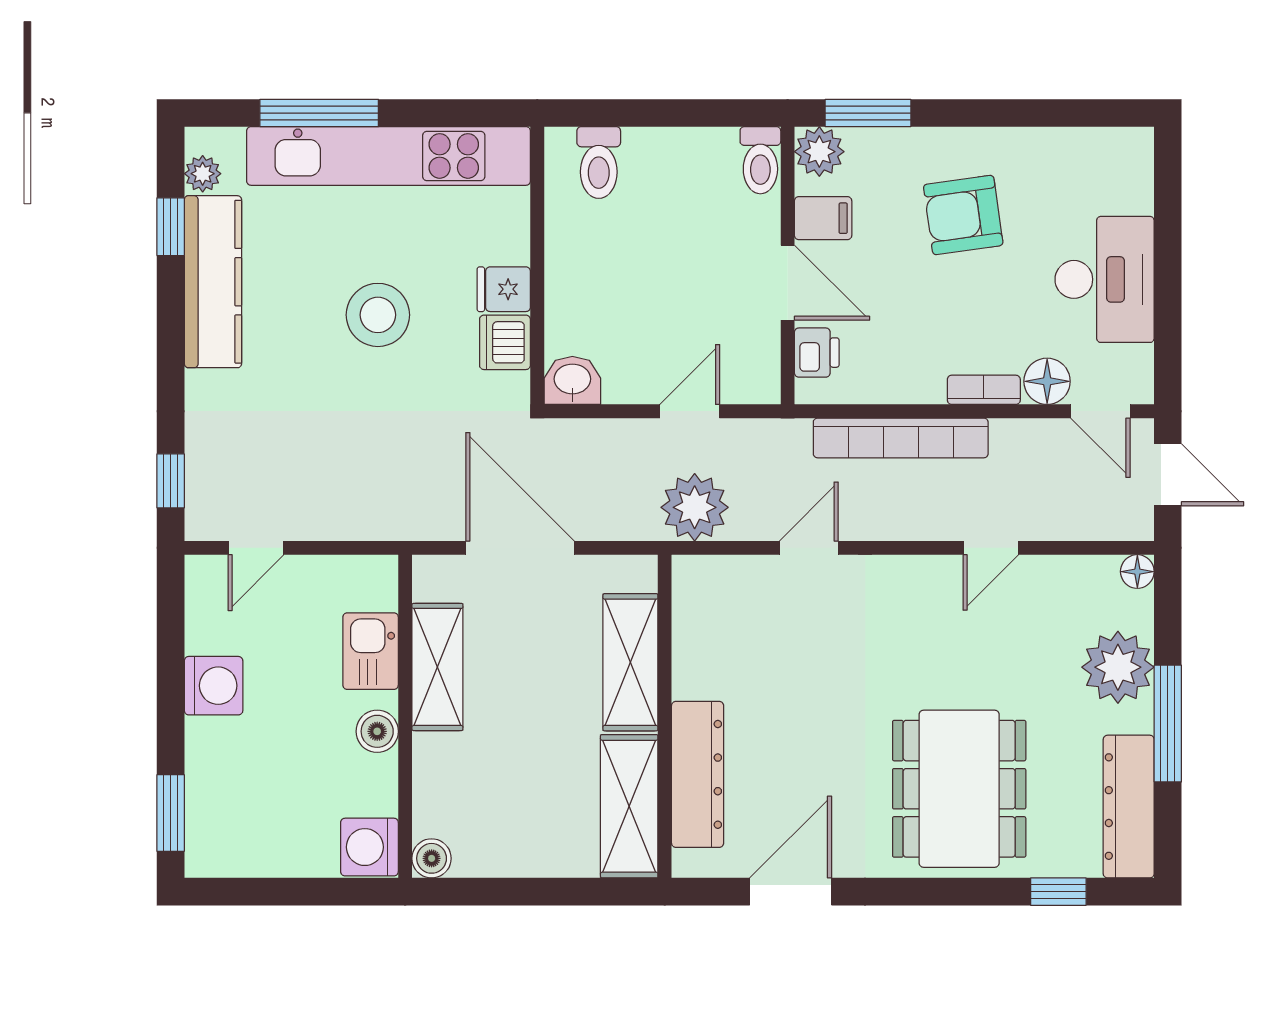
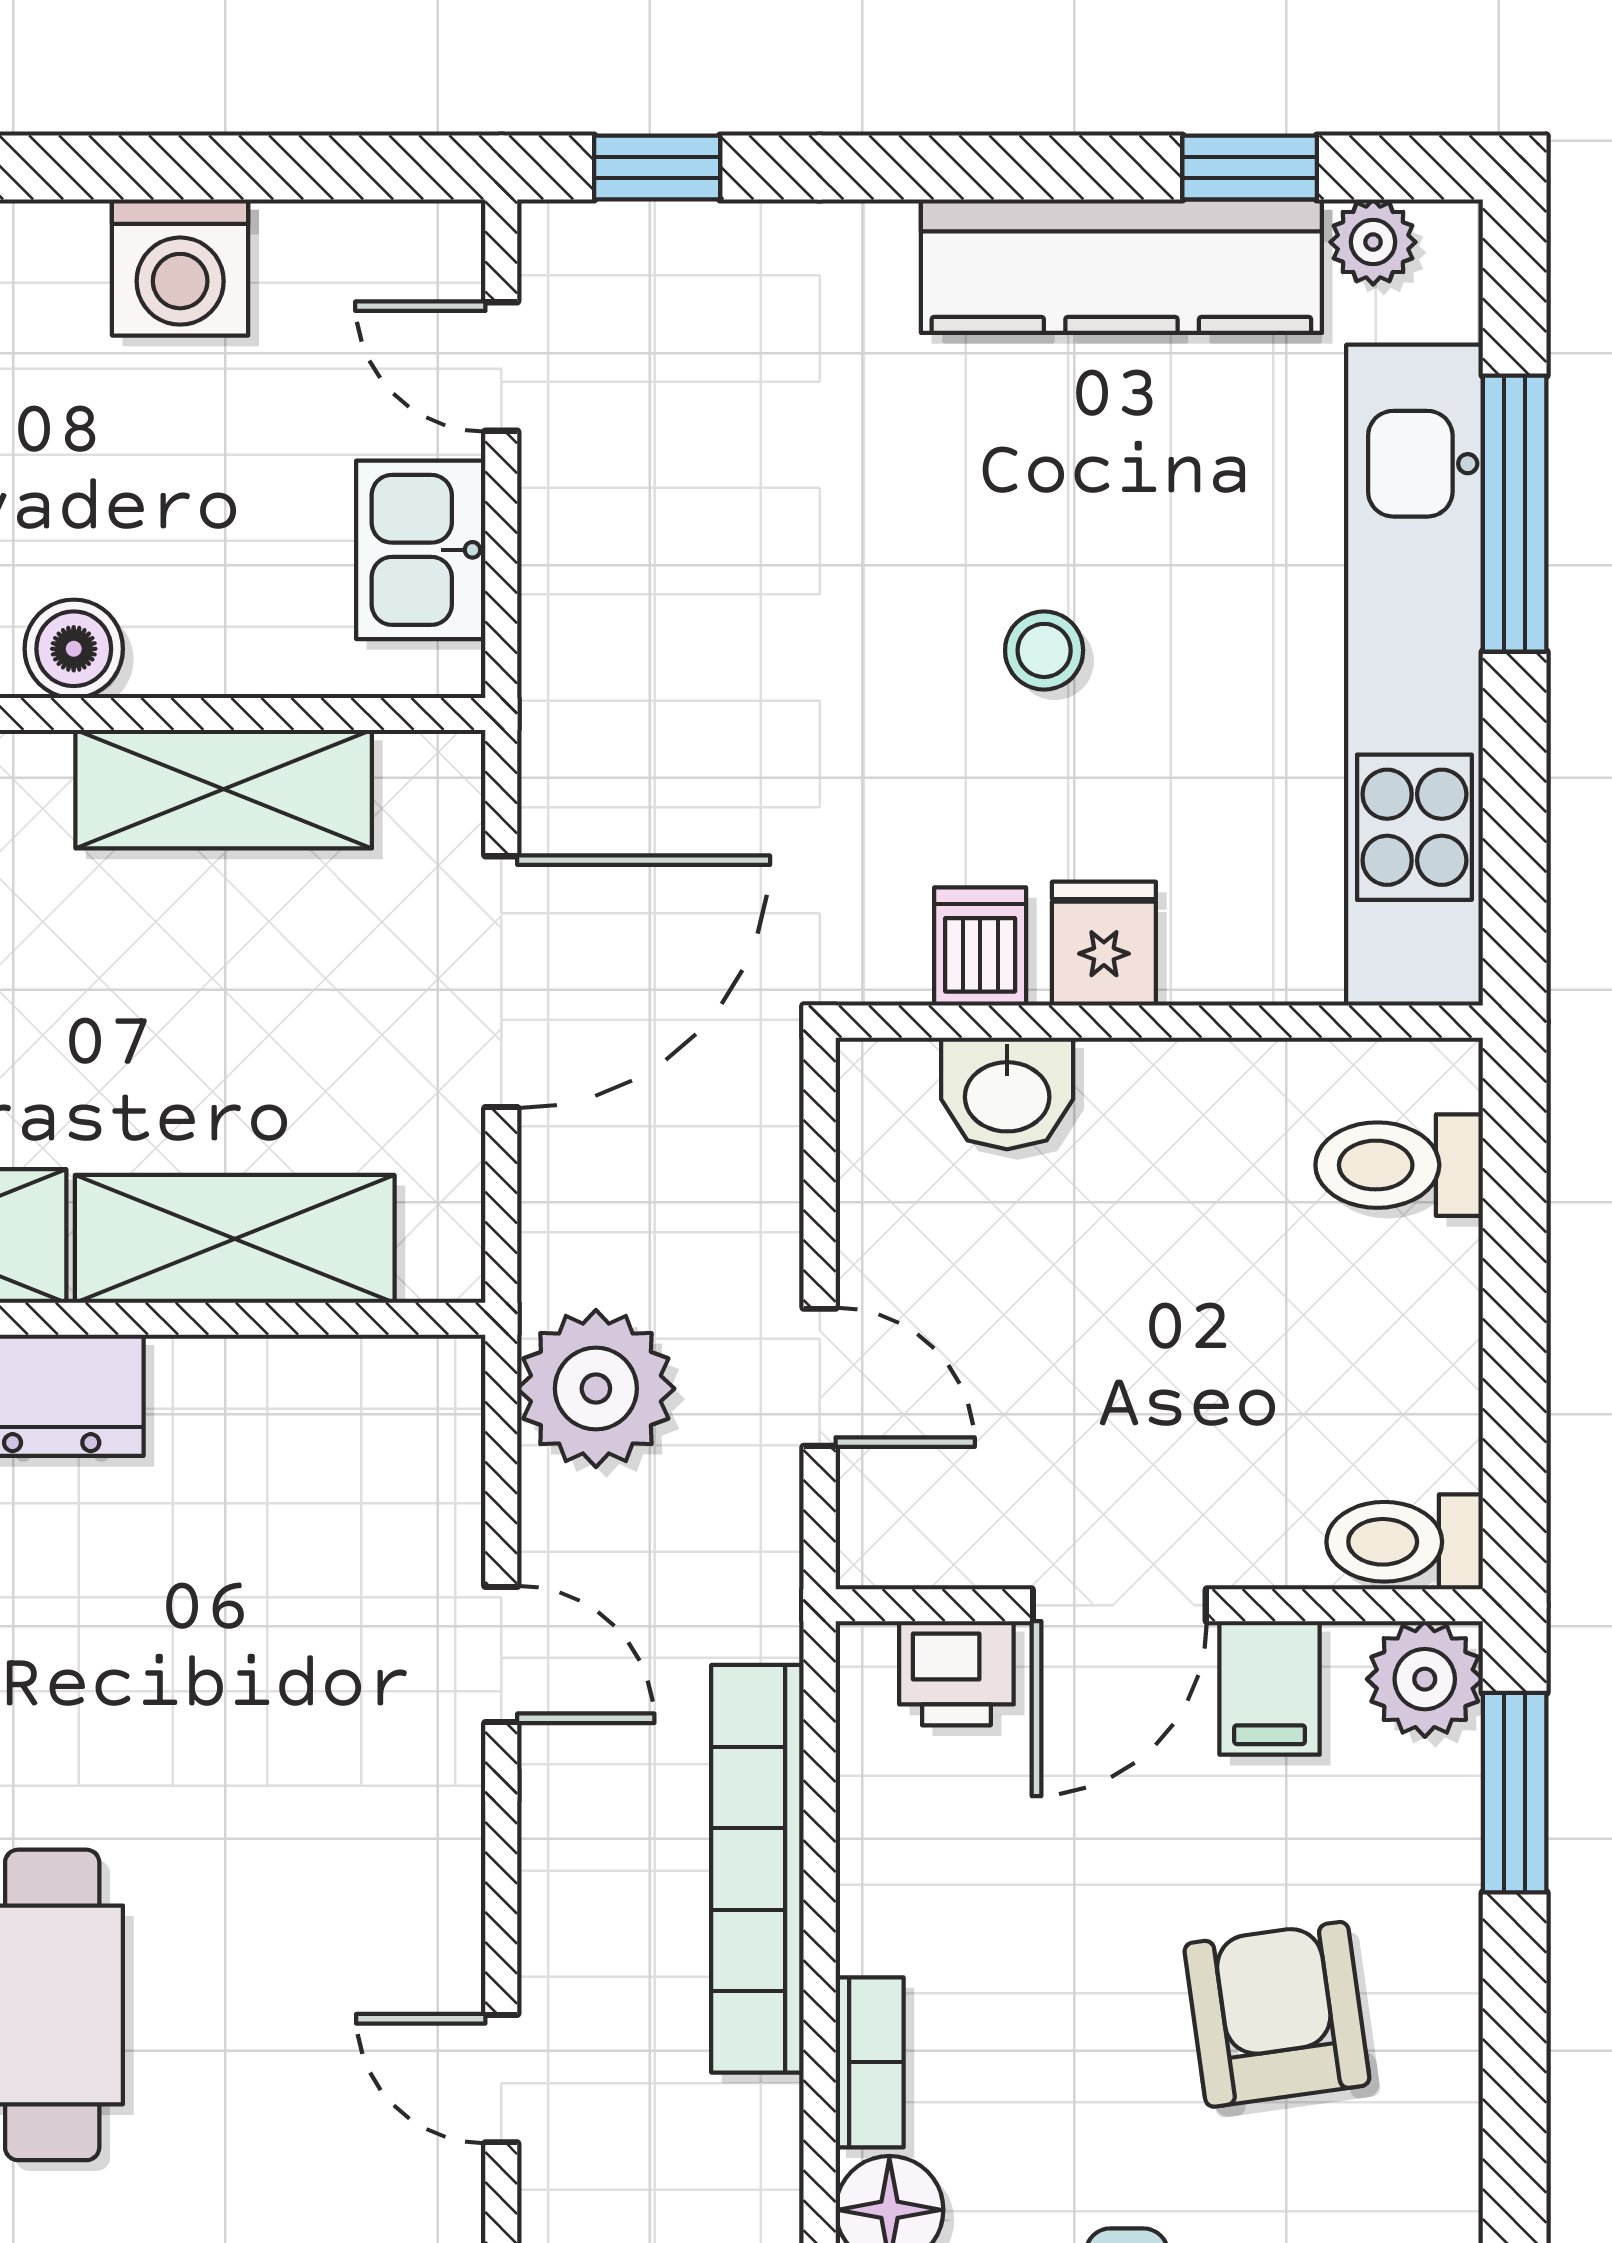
stool: (378, 315) -> (1044, 650), width x0.53, depth x0.53
dishwasher: (505, 342) -> (980, 946), width x0.73
washbasin: (572, 380) -> (1007, 1093), moved, turned 90
kitchen sink: (371, 651) -> (421, 550), moved, turned -90

